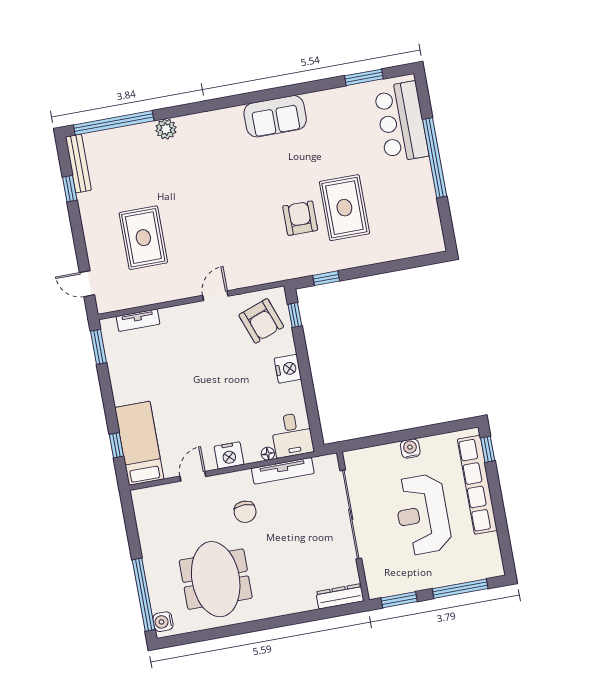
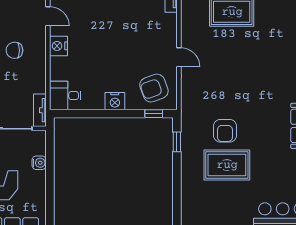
armchair: (300, 218) -> (225, 131), turned 90
water cooler: (410, 449) -> (39, 163), moved
floor lamp: (268, 454) -> (55, 75), removed
tv unit: (283, 471) -> (40, 110), moved, width x0.71

